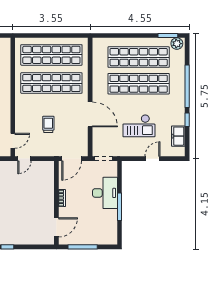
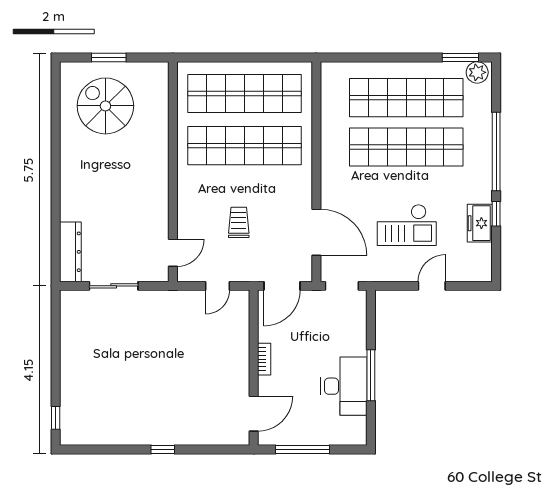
door: (90, 114) -> (316, 232), moved
freezer: (178, 136) -> (480, 223), moved
door: (24, 159) -> (217, 286), moved
desk: (105, 193) -> (344, 386), moved

